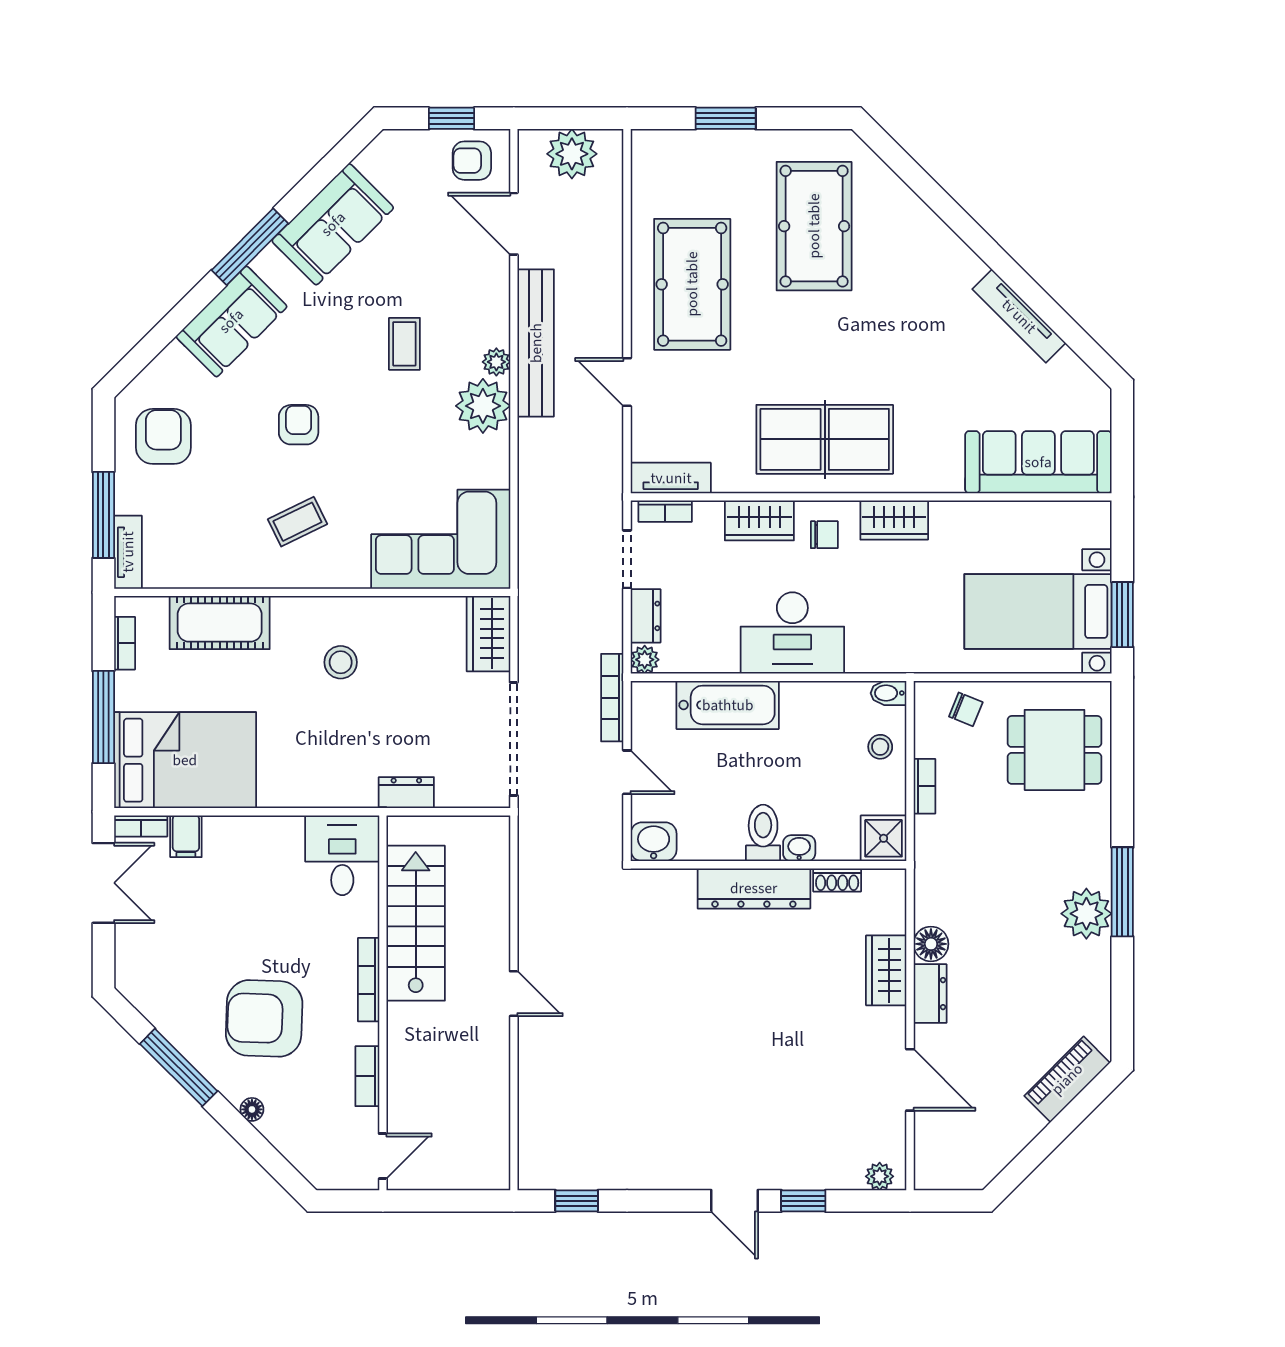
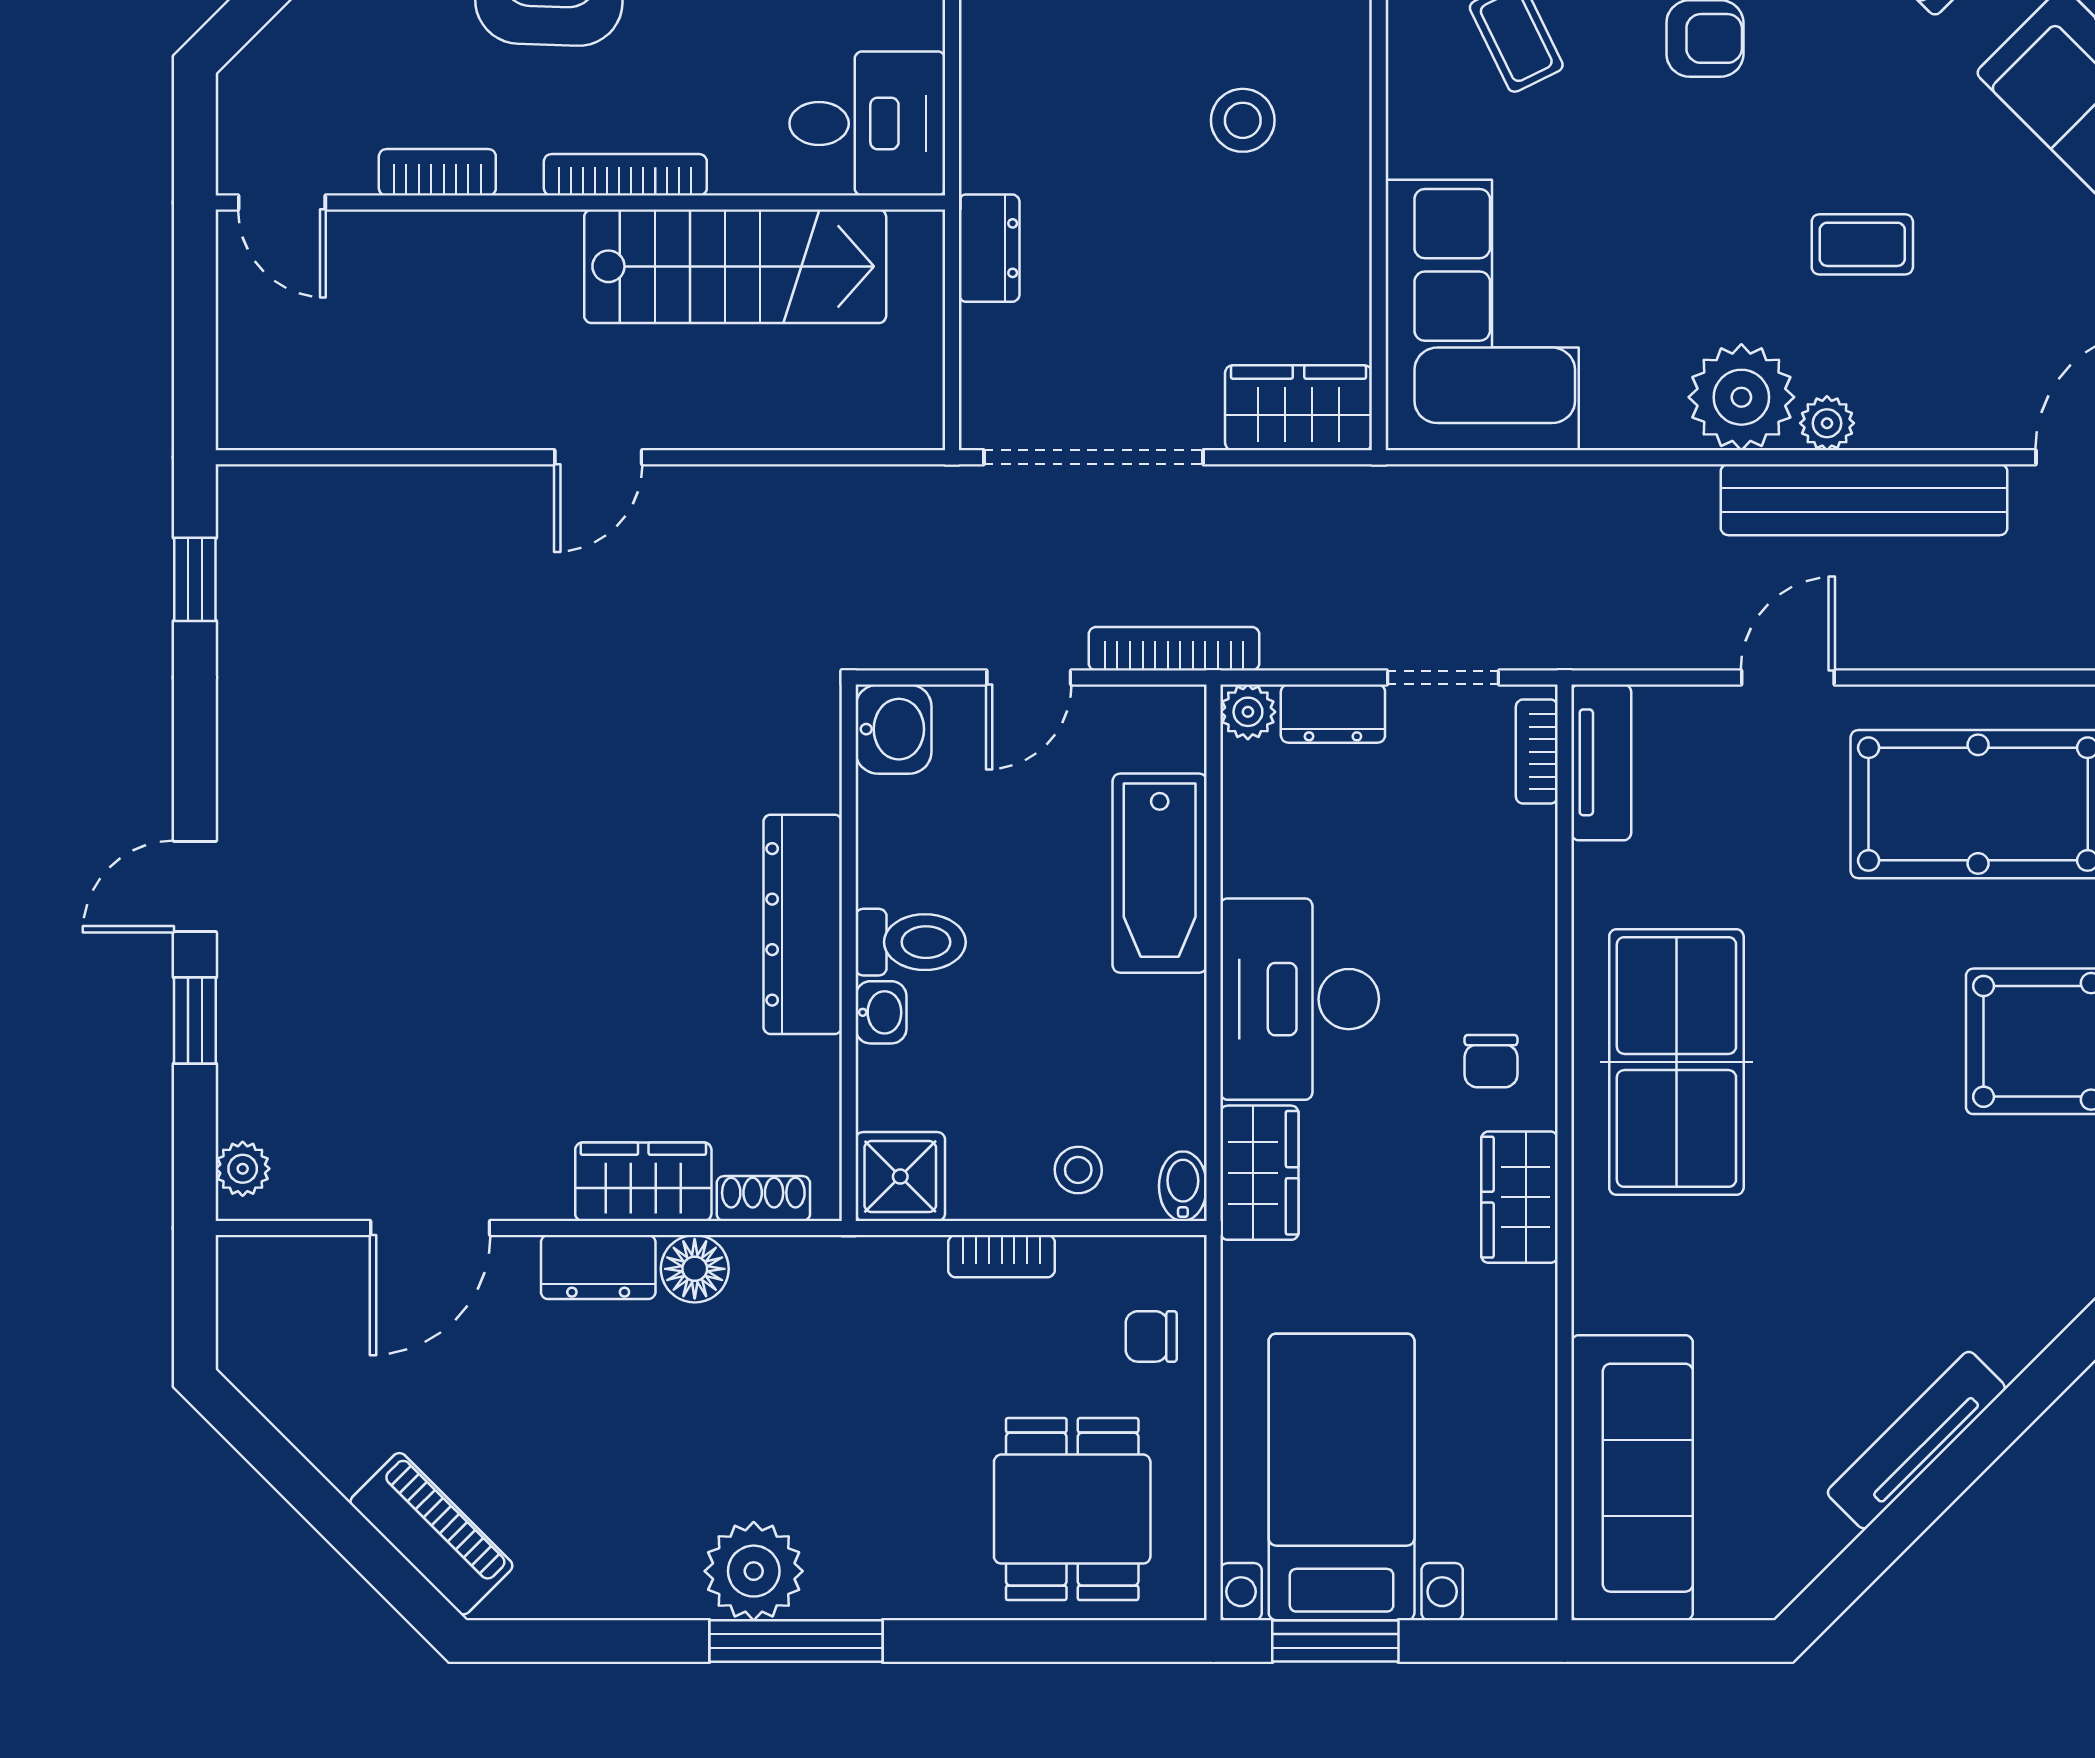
wardrobe: (759, 520) -> (1259, 1173), moved, turned 180
chair: (966, 709) -> (1151, 1336), turned 68
shoe rack: (837, 880) -> (763, 1199), moved, turned 90

